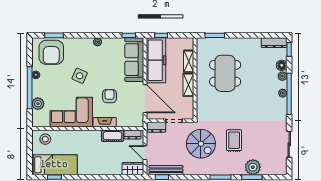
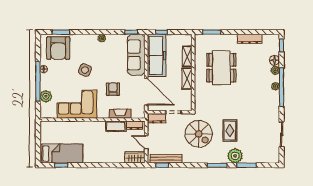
dresser: (274, 43) -> (250, 39), moved
fireplace: (105, 122) -> (120, 114), moved
stool: (45, 139) -> (53, 130), removed
plant: (253, 167) -> (235, 156), moved

